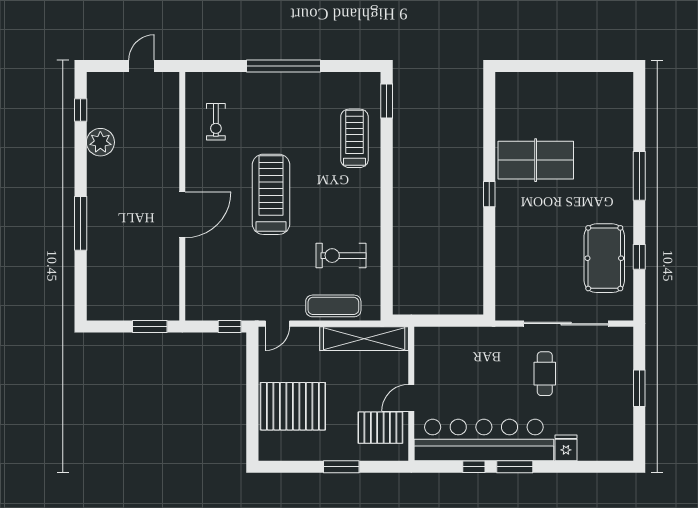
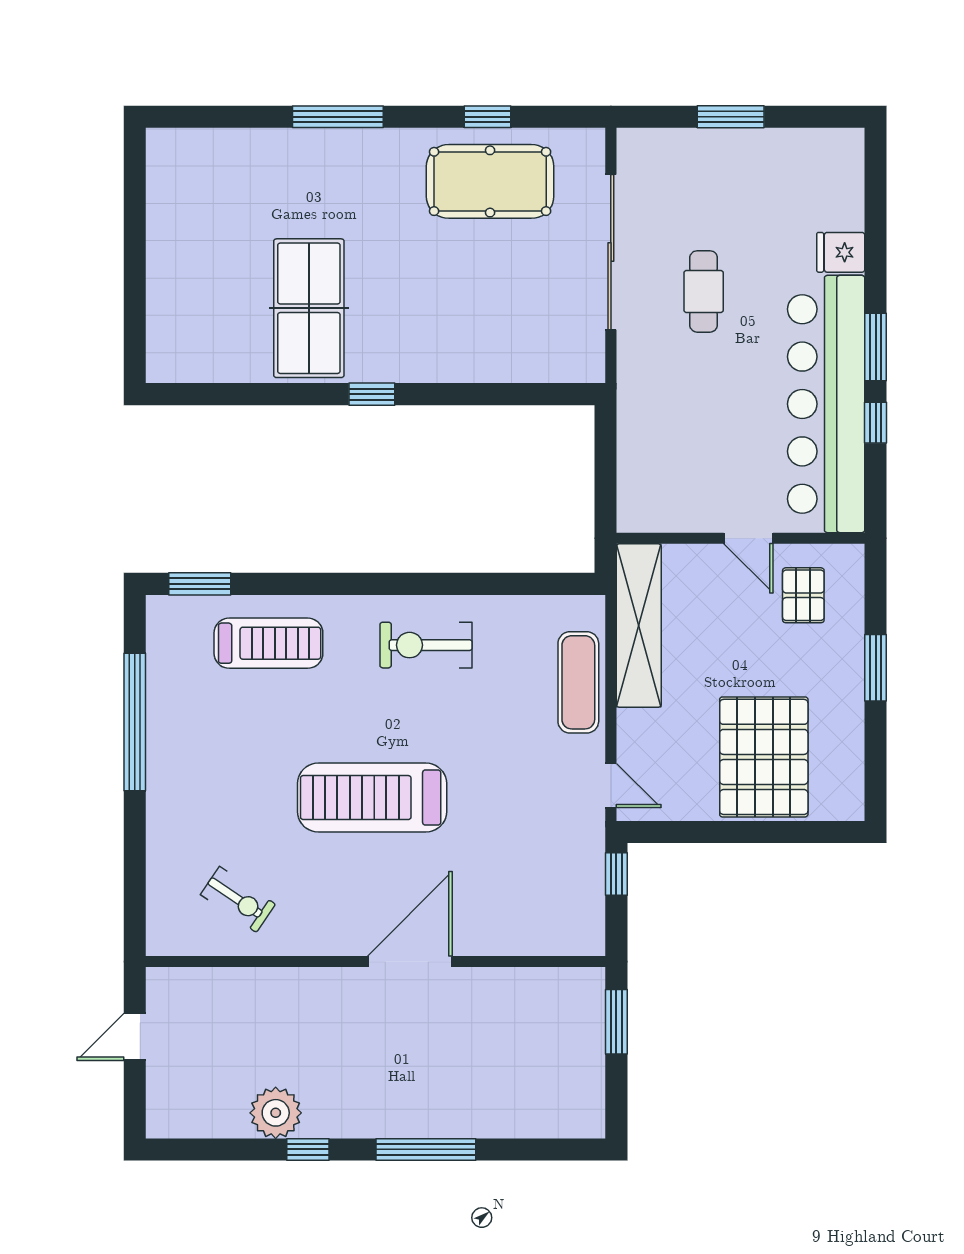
door: (141, 66) -> (135, 1037), hinge flipped
window: (283, 66) -> (135, 722), moved
window: (81, 110) -> (308, 1149), moved
exercise bike: (216, 122) -> (238, 899), turned 34
treadmill: (354, 138) -> (268, 643), turned 180
door: (182, 215) -> (410, 962), hinge flipped
exercise bike: (341, 256) -> (426, 645), moved, turned 90
cafe table: (545, 374) -> (704, 291), turned 90
pallet: (380, 428) -> (803, 595), width x0.67, depth x0.71

